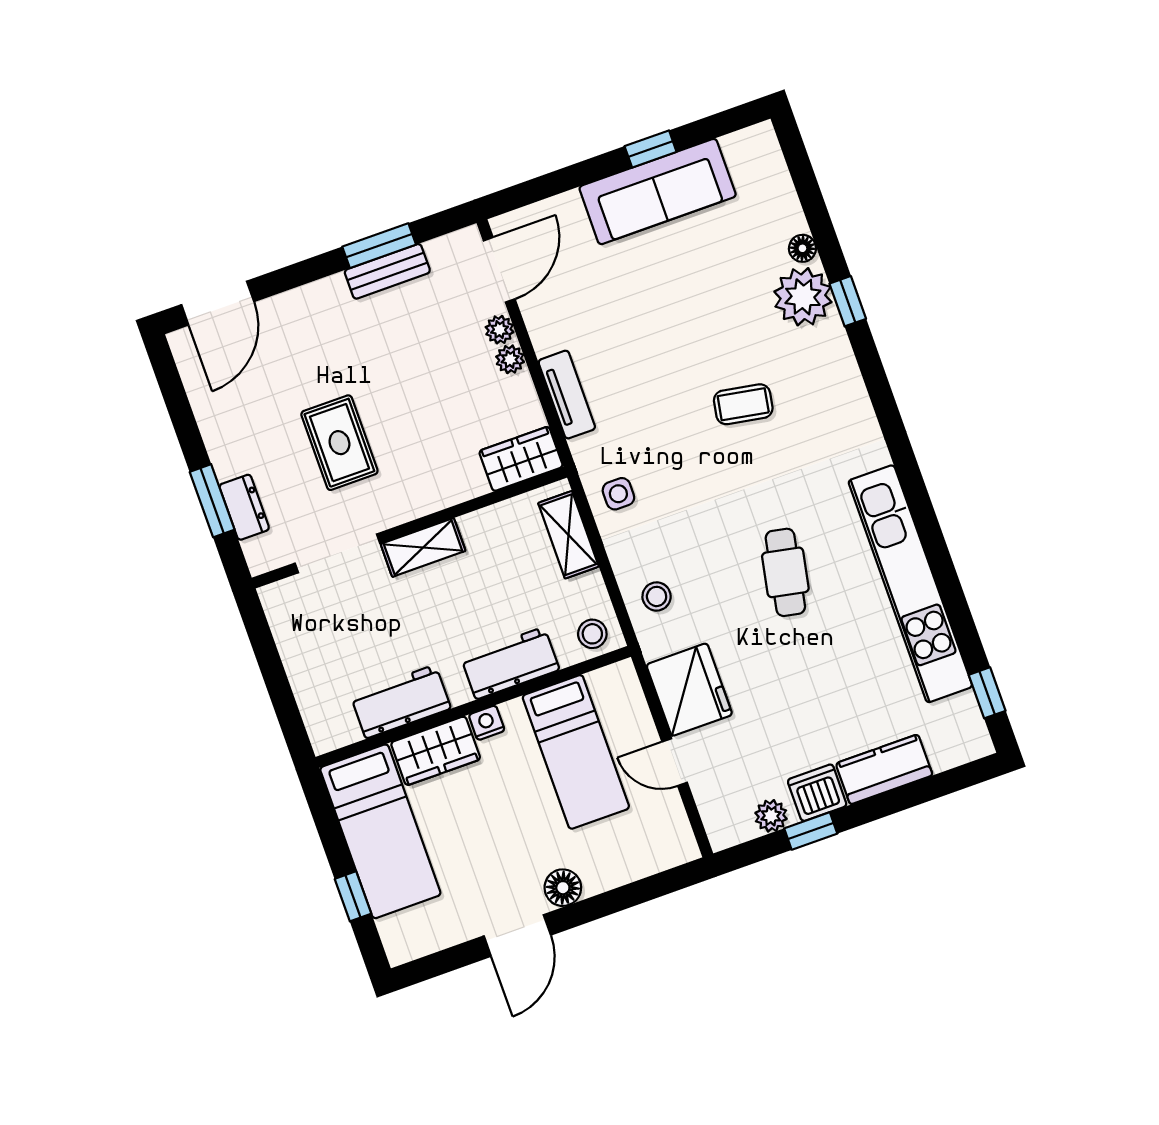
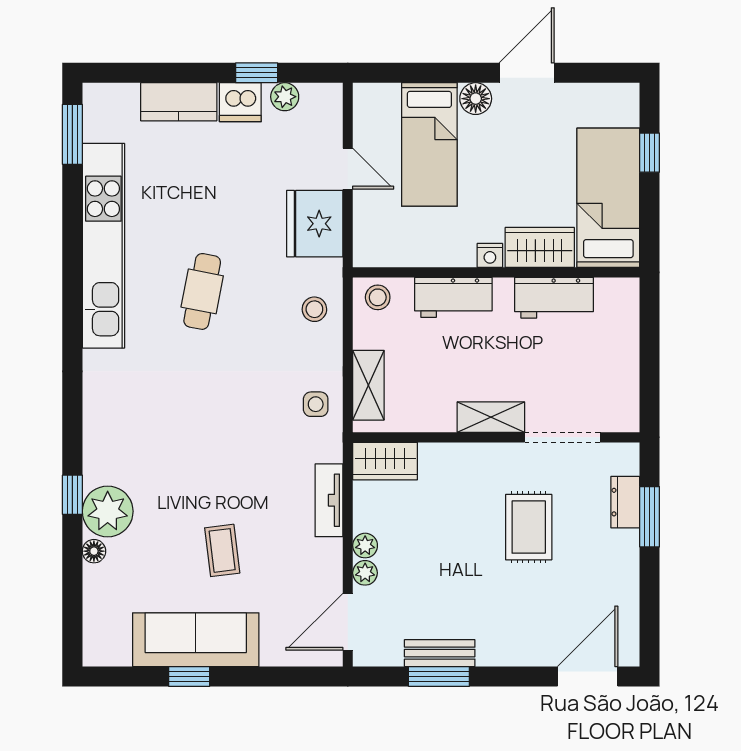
coffee table: (743, 404) -> (222, 550), moved, turned 73
window: (987, 693) -> (72, 134), width x1.50
bed: (576, 752) -> (429, 144), moved, turned 180

